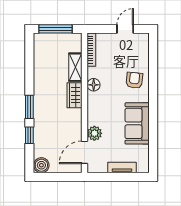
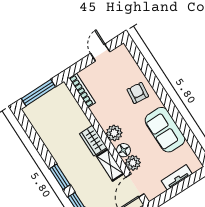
shelving: (75, 67) -> (110, 165), moved
floor lamp: (94, 85) -> (124, 150), moved
plant: (95, 100) -> (114, 133), added

